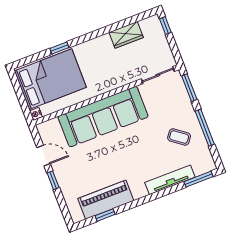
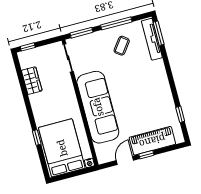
tv unit: (170, 180) -> (152, 39), moved
piano: (106, 200) -> (152, 141), moved, turned 90

